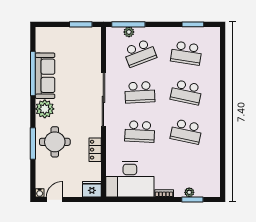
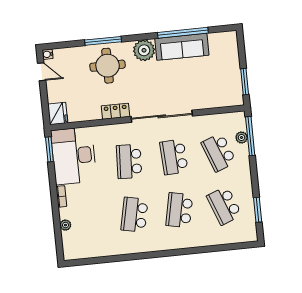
school desk: (186, 53) -> (224, 206), turned -30
locker: (95, 150) -> (115, 111), moved
window: (192, 200) -> (49, 149), moved

